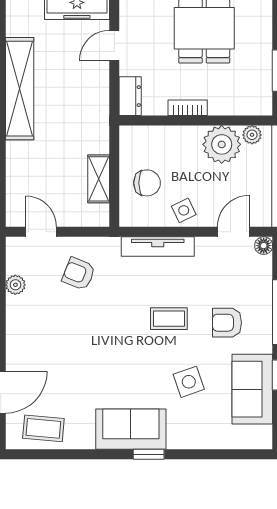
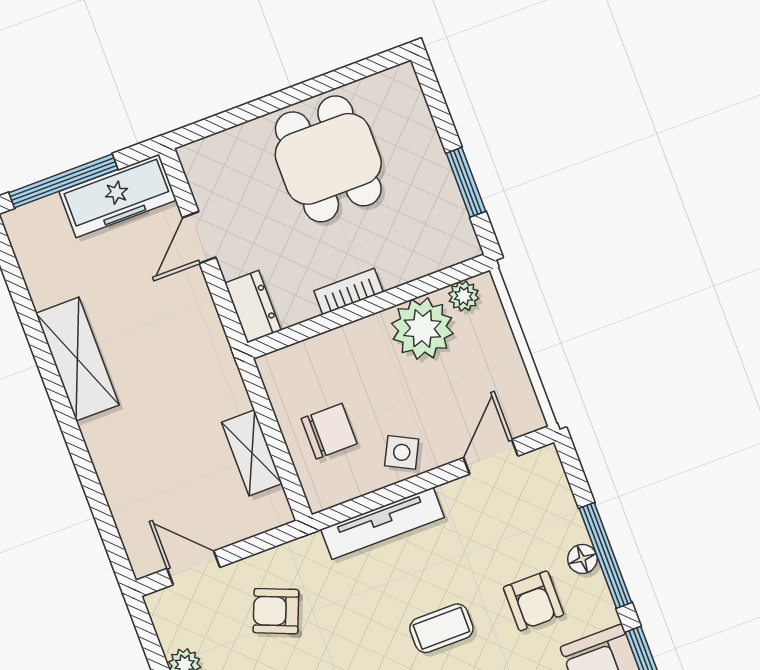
shelving: (20, 89) -> (78, 359), width x0.68
side table: (184, 210) -> (402, 452), turned -37
floor lamp: (264, 246) -> (582, 559), moved
armchair: (227, 323) -> (533, 601), turned -90

